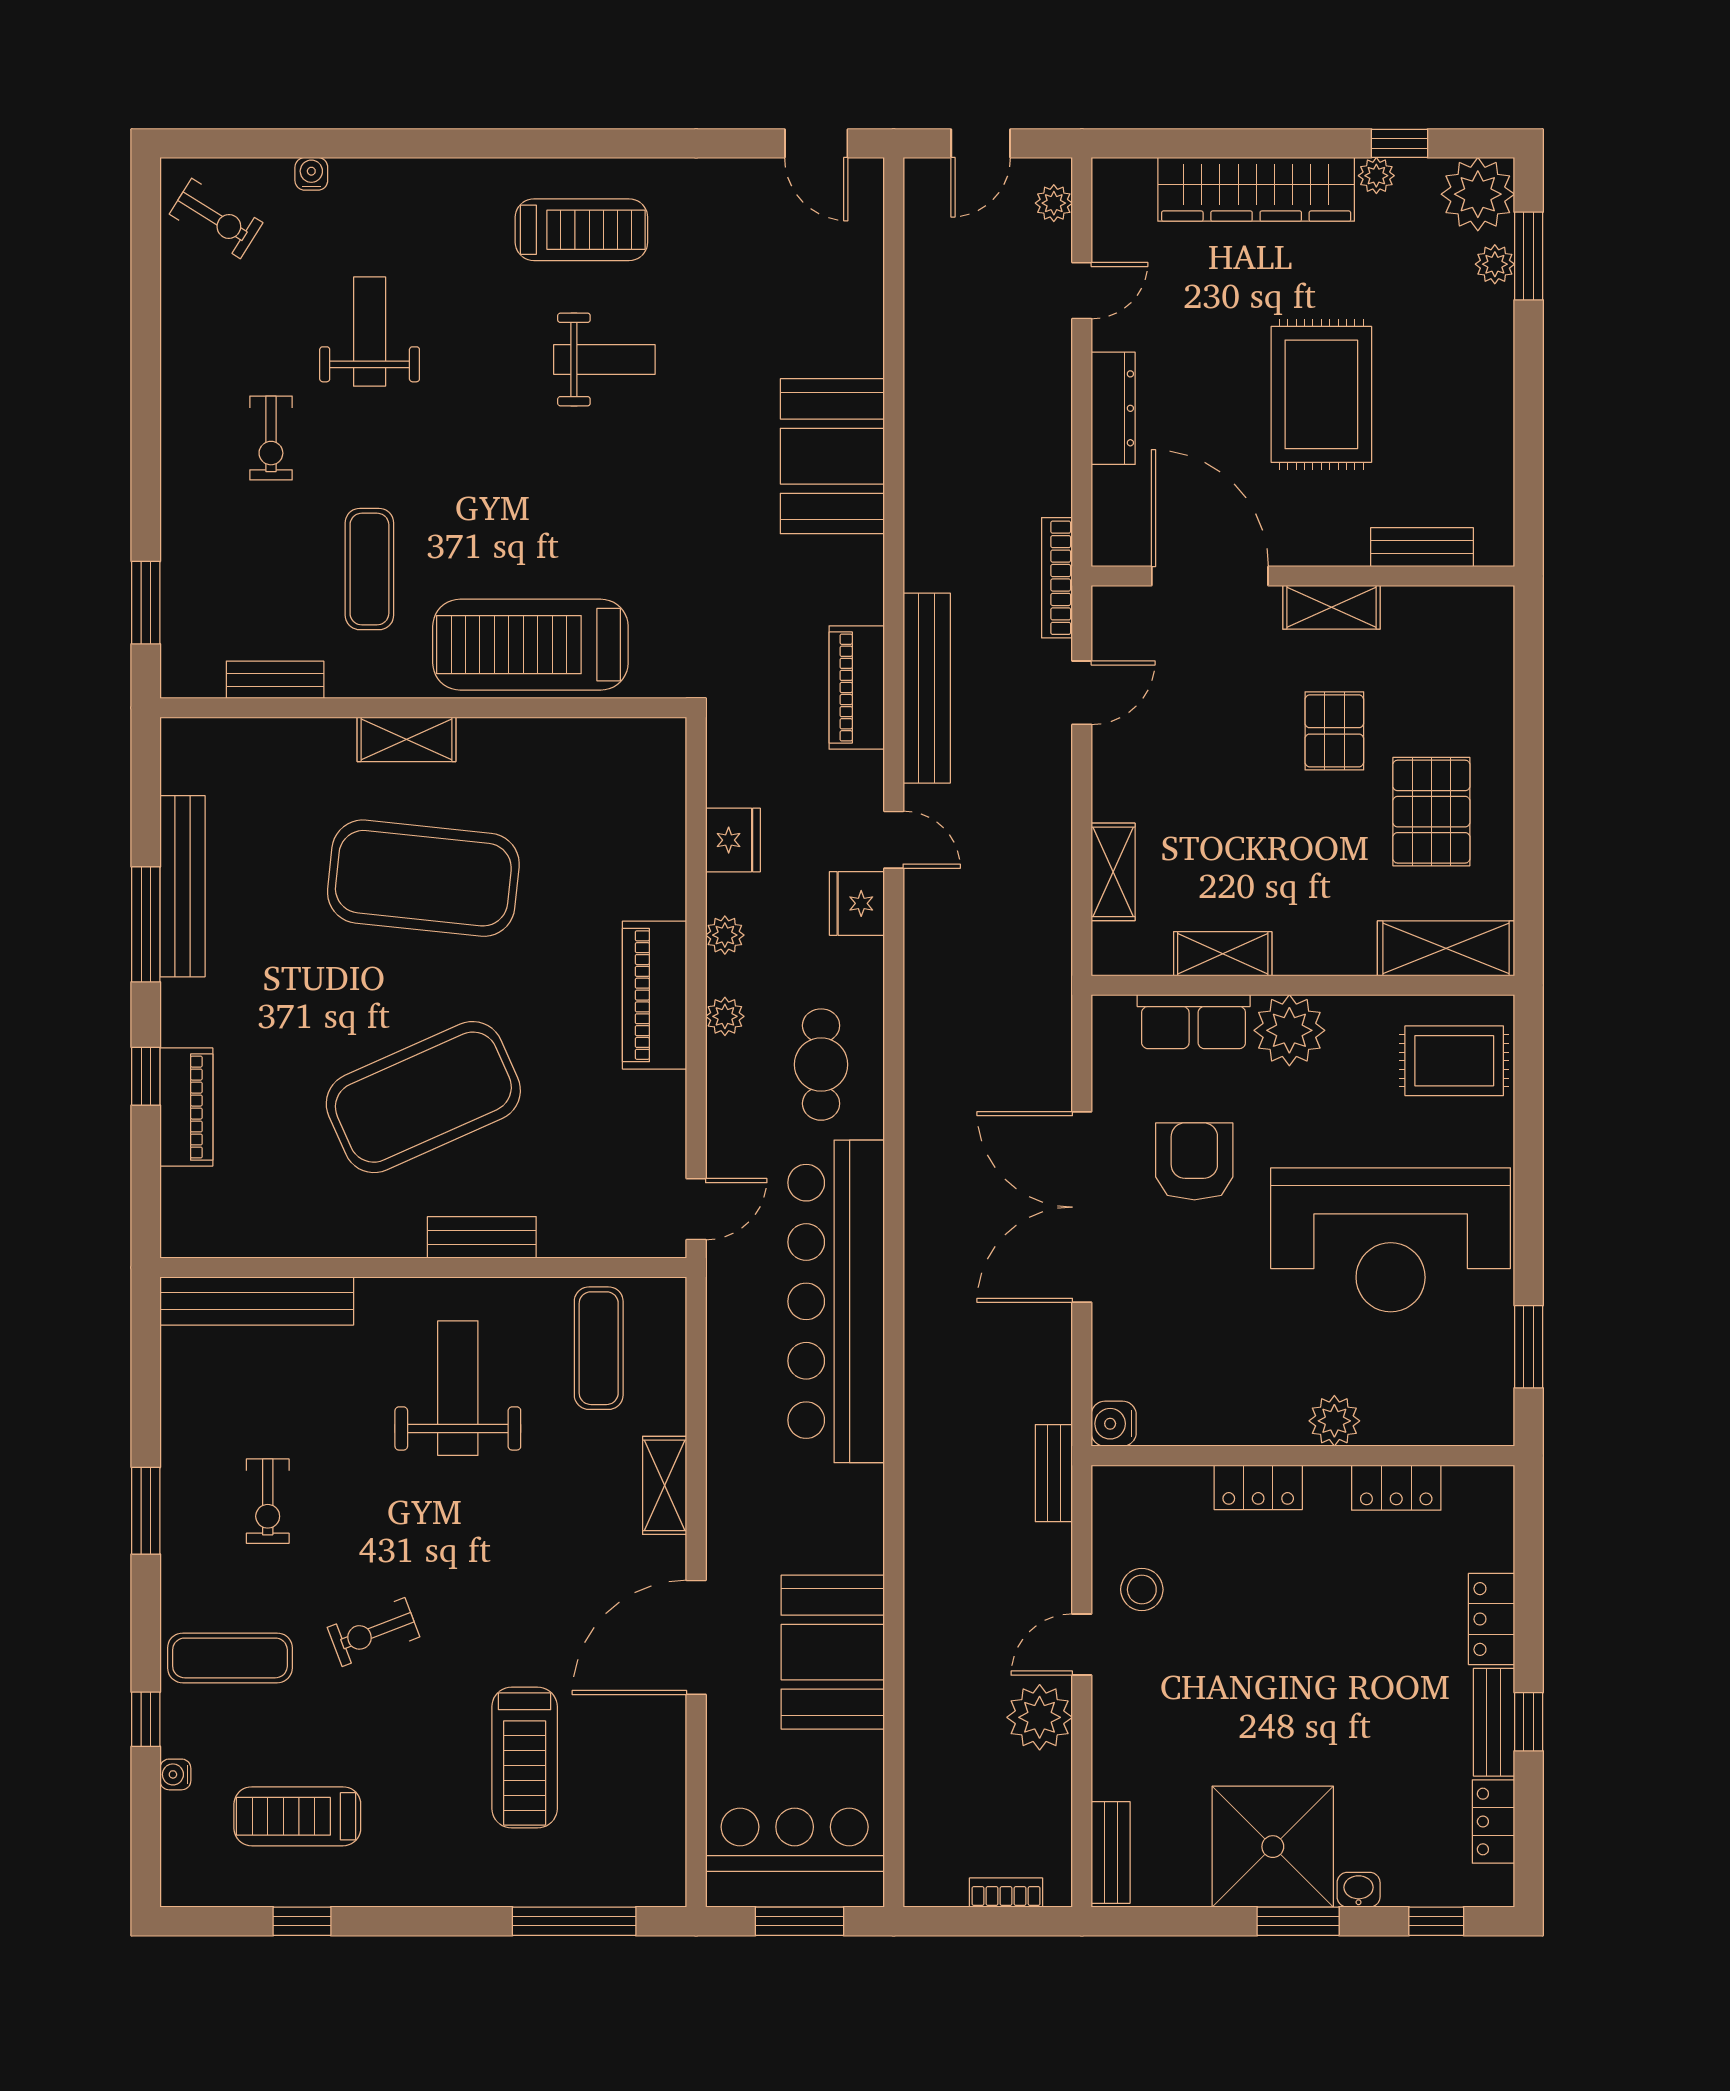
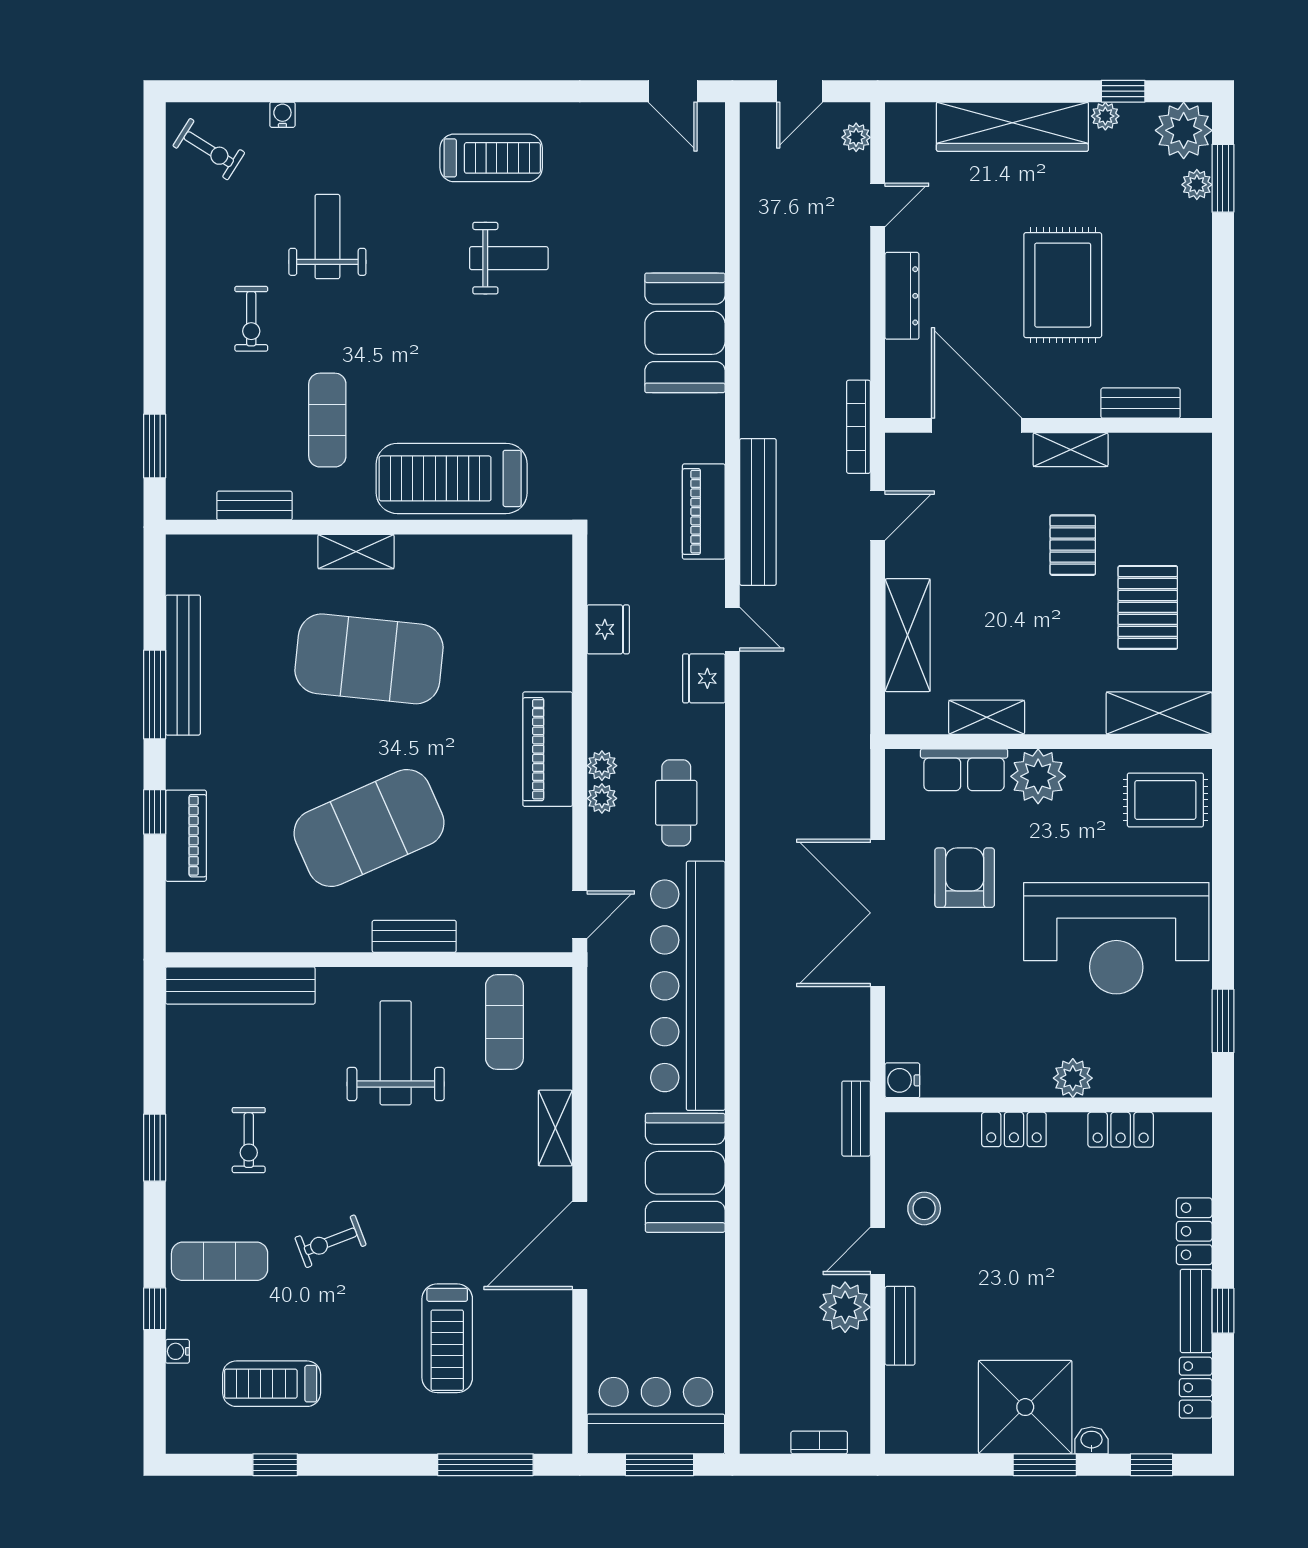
shelving: (1113, 872) -> (908, 635), width x1.50, depth x1.33
plant: (725, 935) -> (602, 798), moved
booth: (833, 1652) -> (685, 1173), moved
bench: (1111, 1852) -> (900, 1326), moved

